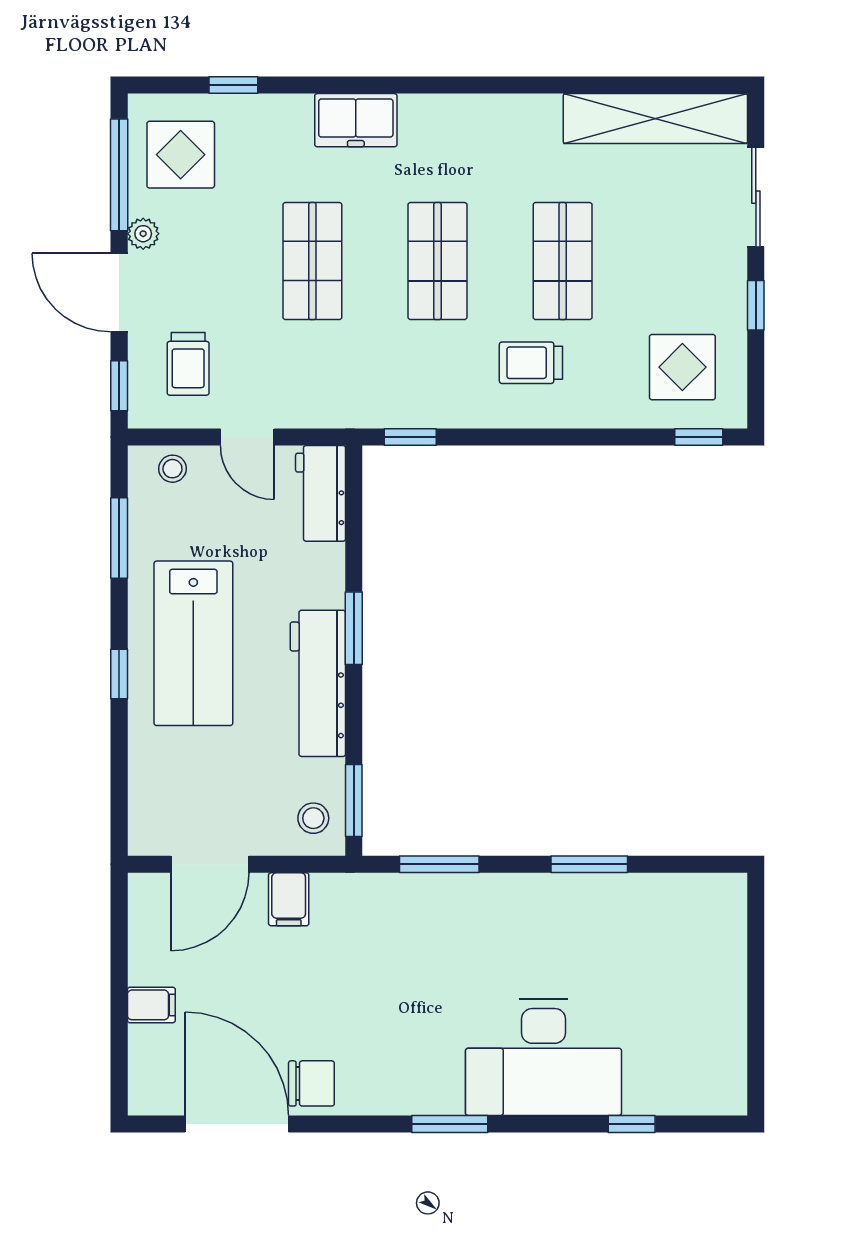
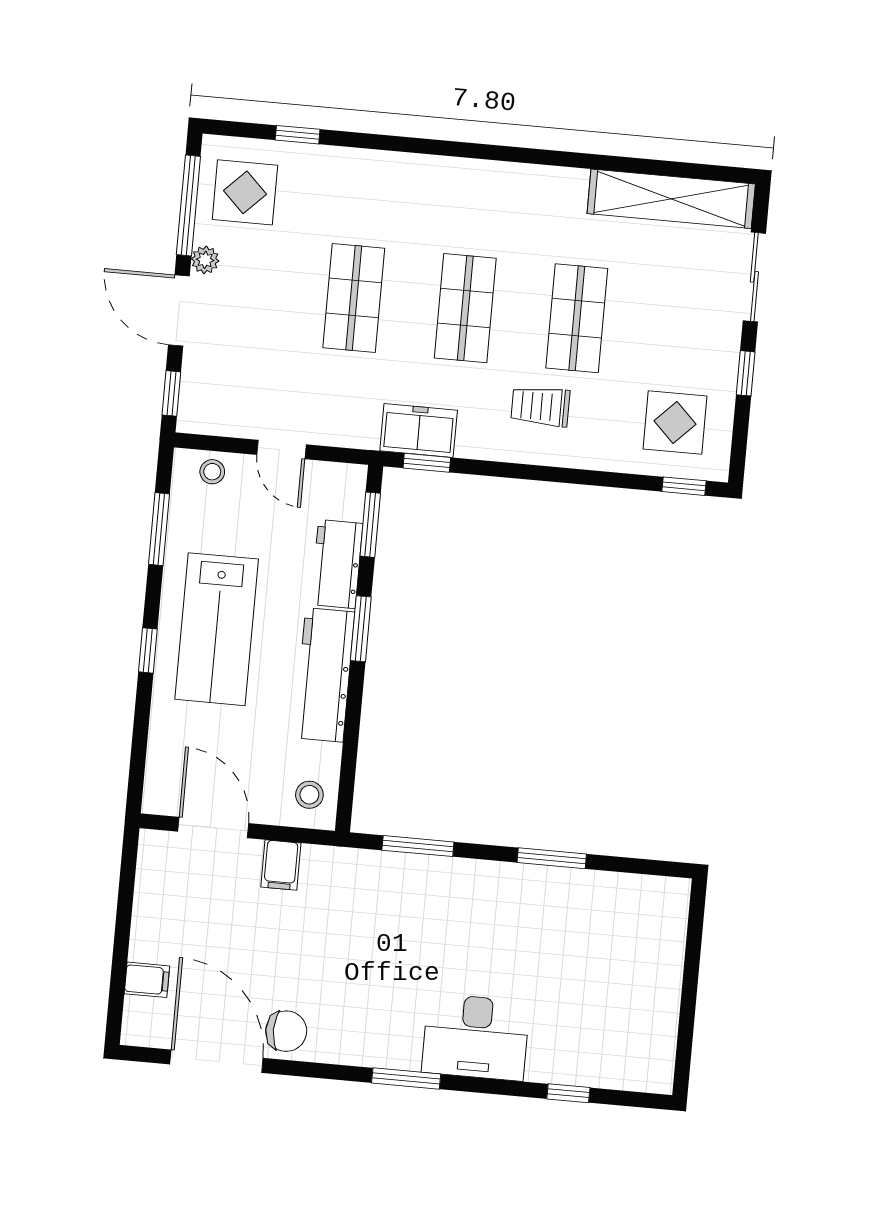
freezer: (356, 120) -> (419, 431), moved, turned 180
trolley: (188, 364) -> (235, 380), removed
workbench: (321, 493) -> (337, 564), moved
window: (354, 800) -> (370, 525), moved
door: (210, 864) -> (213, 827), swing flipped
filing cabinet: (151, 1005) -> (147, 980), moved
desk: (544, 1057) -> (476, 1037), width x0.73, depth x0.77

